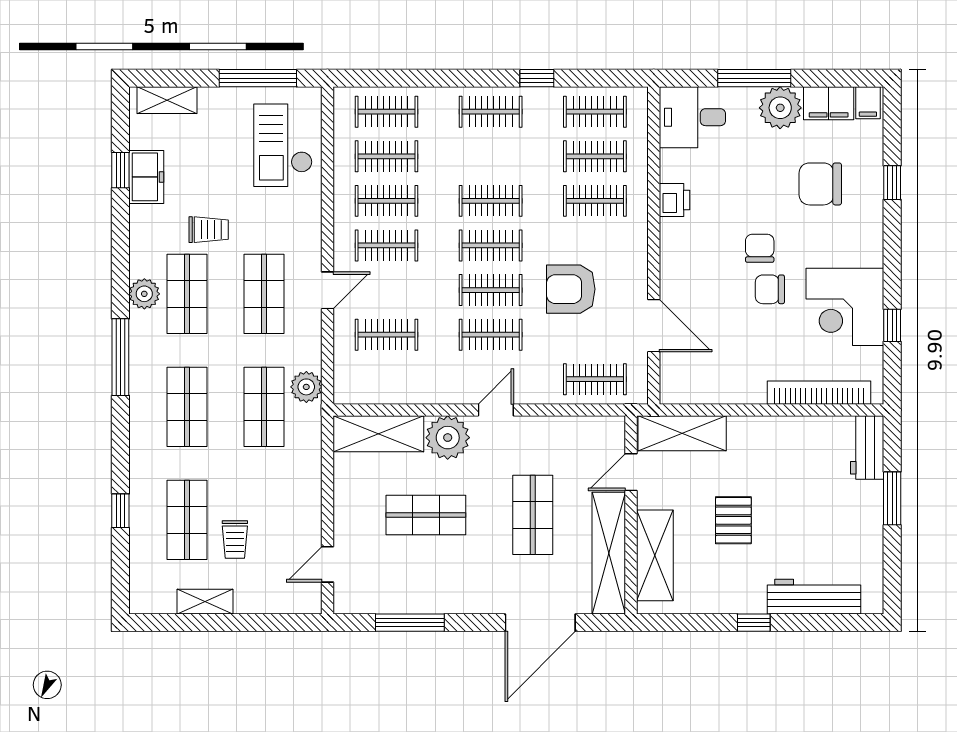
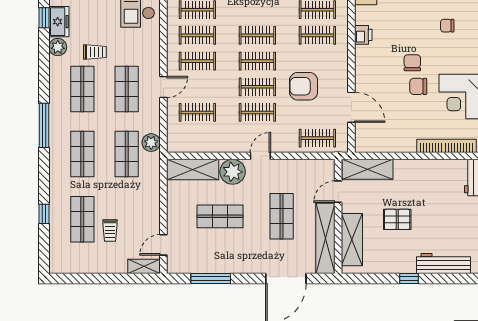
chair: (820, 184) -> (447, 26), width x0.54, depth x0.54
plant: (144, 294) -> (58, 47), moved
pallet: (733, 520) -> (397, 219), turned 90
shelving: (205, 602) -> (144, 266), moved

